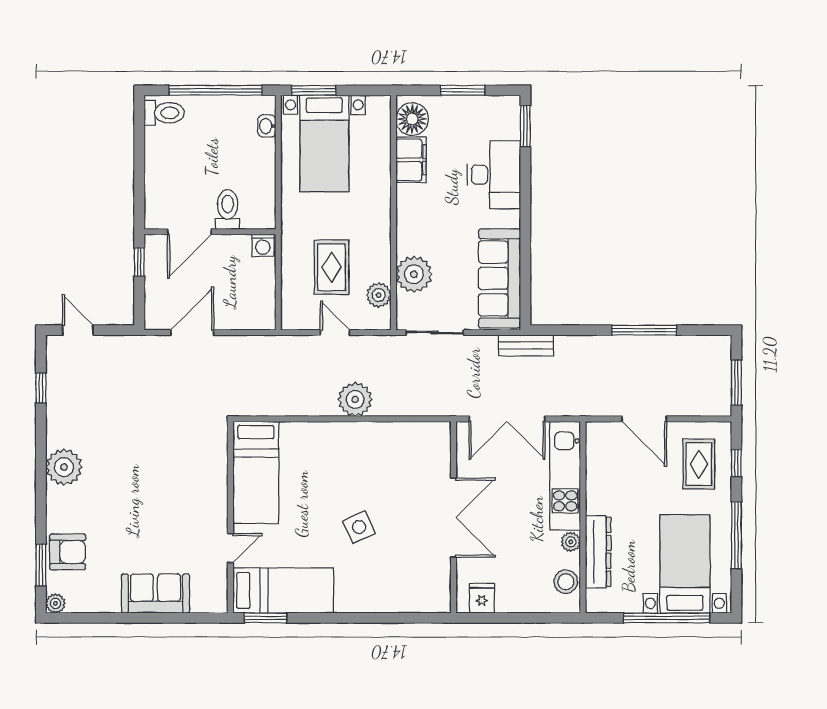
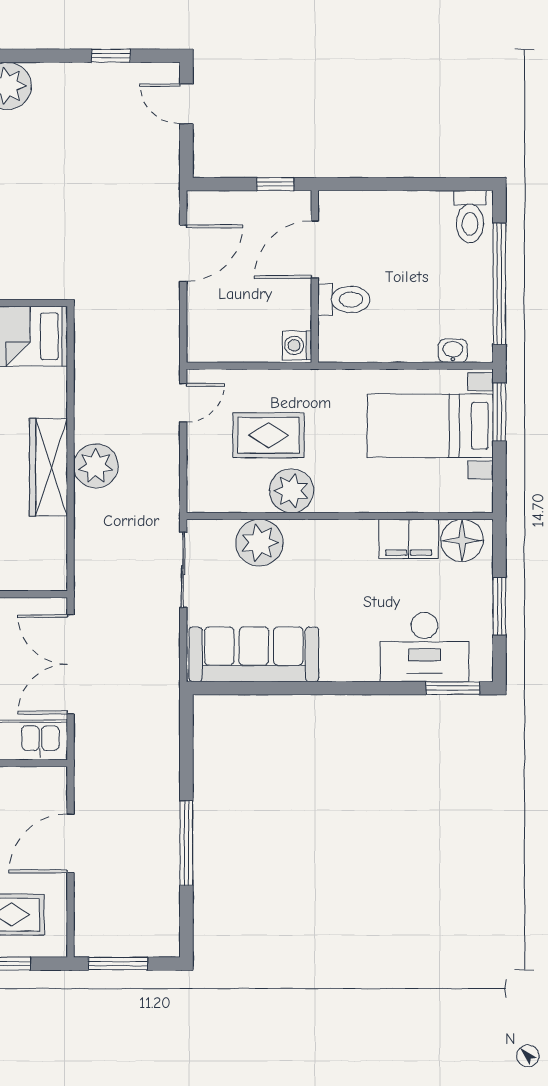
desk: (494, 175) -> (424, 647), moved
door: (189, 232) -> (315, 250), hinge flipped
plant: (379, 295) -> (292, 491), moved, width x1.36, depth x1.36
door: (78, 330) -> (186, 104), swing flipped
door: (192, 333) -> (183, 253), hinge flipped
door: (335, 333) -> (183, 403), moved
bench: (526, 345) -> (166, 689), removed
wardrobe: (356, 436) -> (48, 467), added

